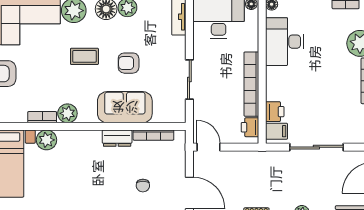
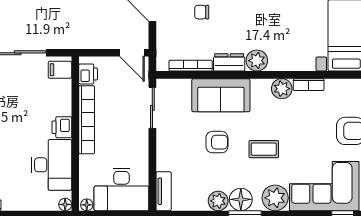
sliding door: (189, 80) -> (152, 108), moved
printer: (275, 112) -> (62, 127), moved
plant: (47, 140) -> (257, 61), moved
chair: (143, 186) -> (202, 12), turned -90

